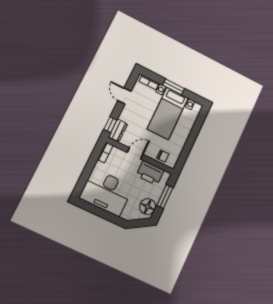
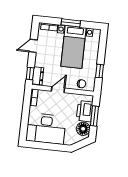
door: (124, 96) -> (33, 46), hinge flipped
window: (187, 149) -> (100, 71), added
printer: (150, 173) -> (85, 111), moved, turned 90

